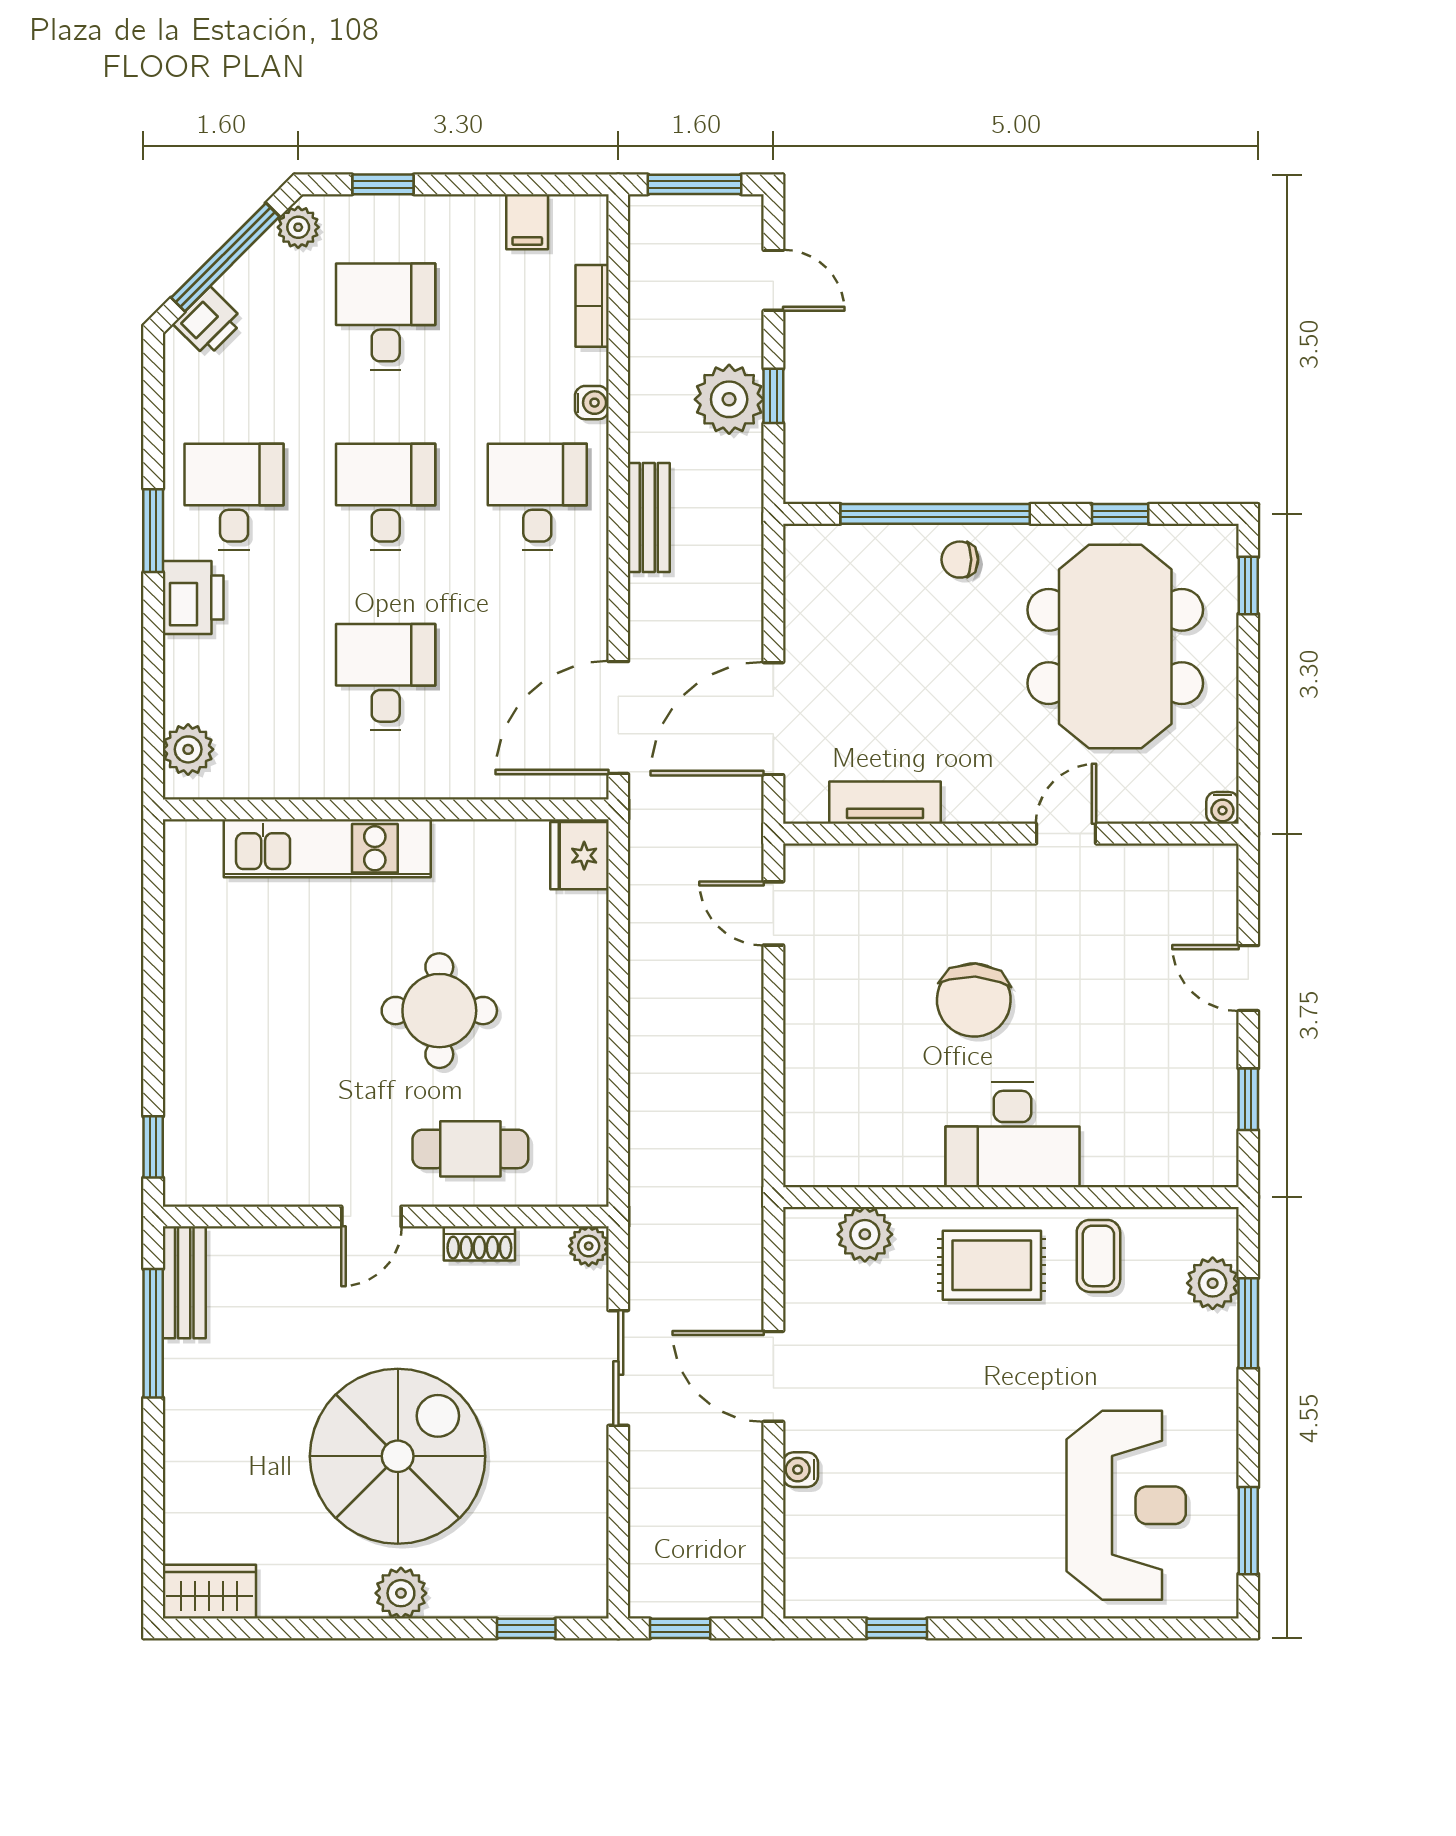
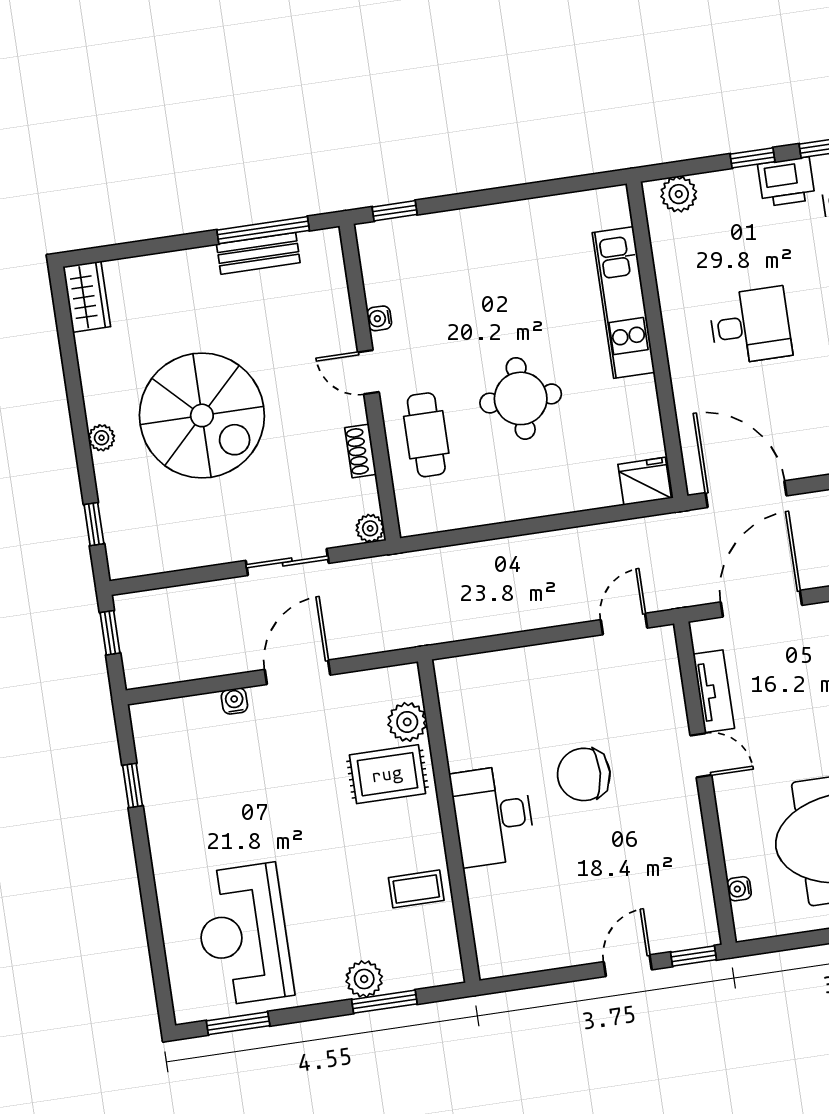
window: (153, 640) -> (753, 158), added
door: (773, 719) -> (761, 604), hinge flipped
water cooler: (1222, 808) -> (739, 889), moved
door: (1066, 834) -> (701, 755), moved
window: (1248, 1099) -> (693, 956), moved
water cooler: (299, 1190) -> (379, 318), added
rug: (992, 1265) -> (387, 774), moved, turned 90
bench: (184, 1282) -> (258, 253), moved
plant: (1213, 1283) -> (364, 979), moved
reception desk: (1126, 1505) -> (243, 935), turned 90
plant: (401, 1593) -> (102, 438), width x0.73, depth x0.73

